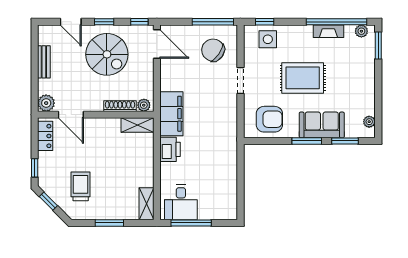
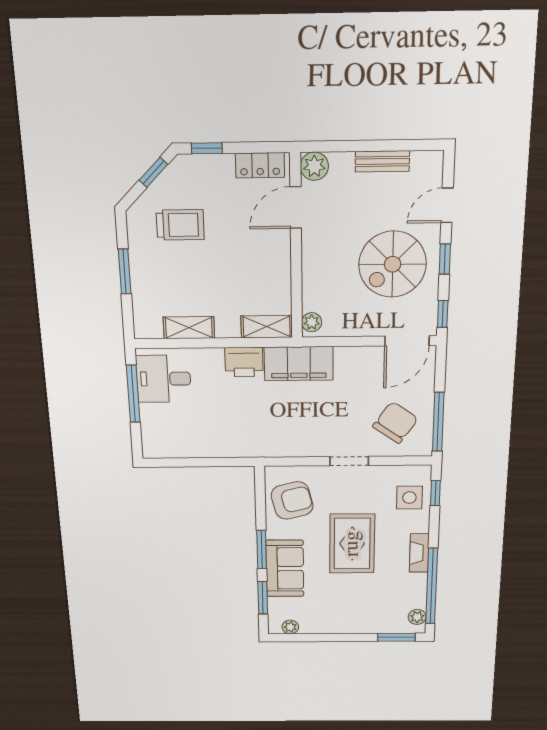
fireplace: (328, 31) -> (419, 553), moved
shoe rack: (120, 106) -> (310, 286), removed
armchair: (269, 119) -> (292, 501), turned -104
shelving: (137, 125) -> (267, 327), moved, turned 90
shelving: (146, 204) -> (189, 328), moved

